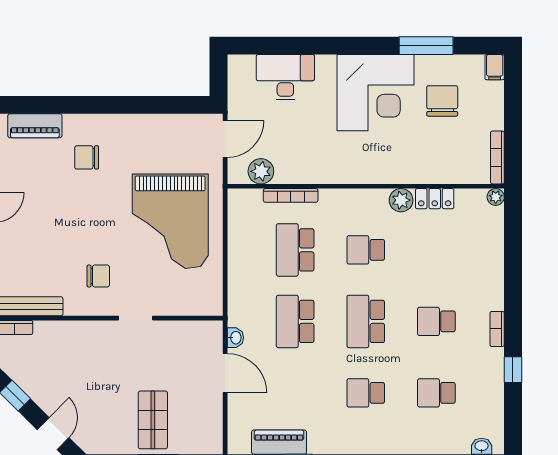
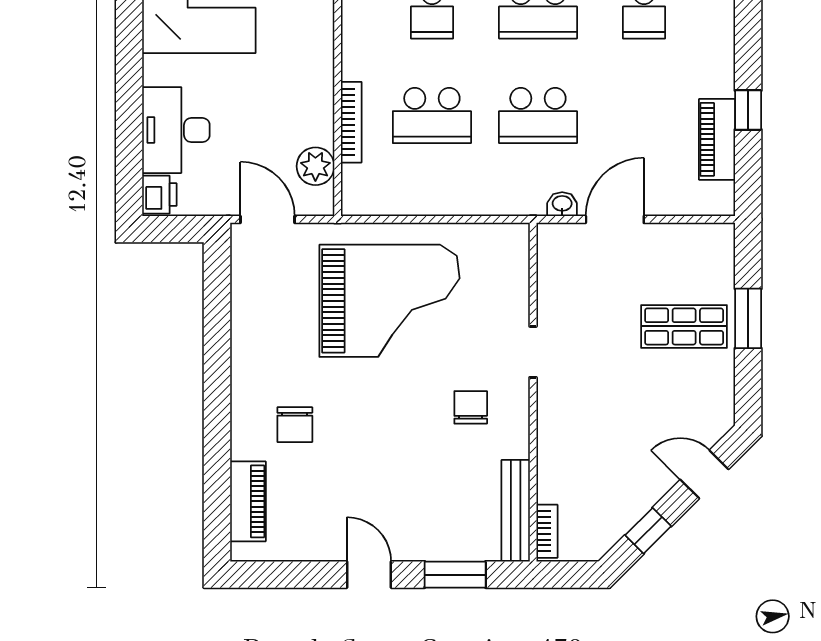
printer: (242, 66) -> (159, 195), added

